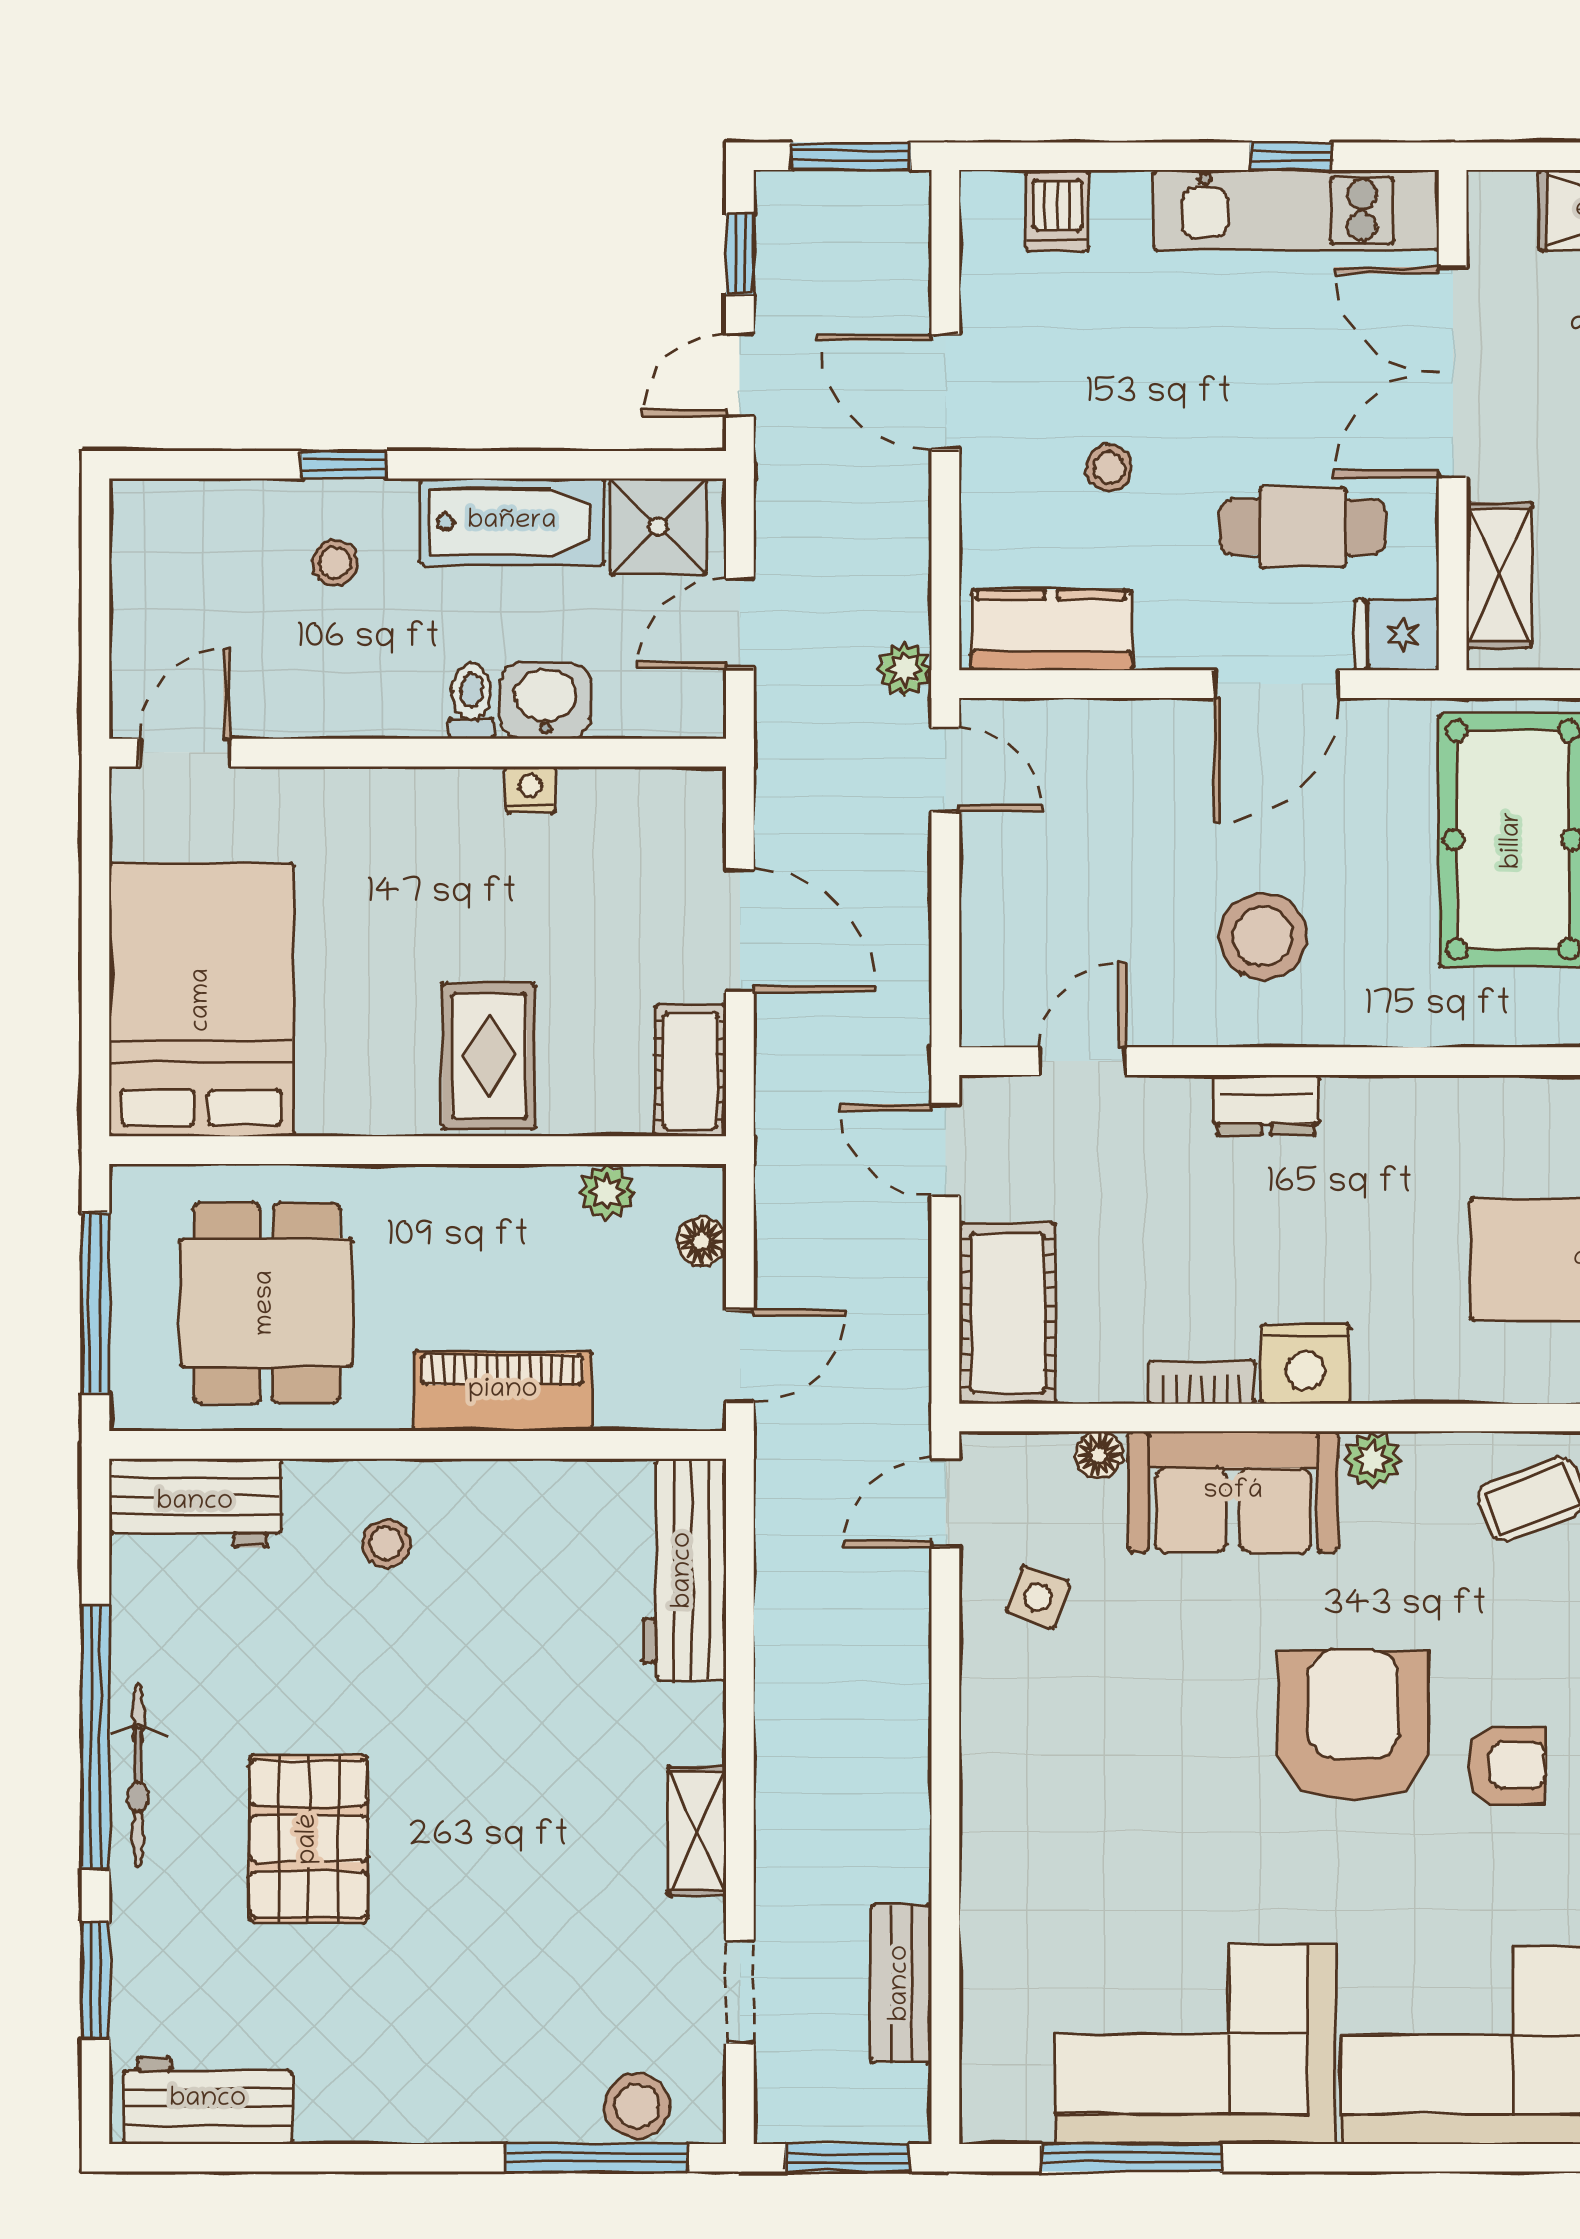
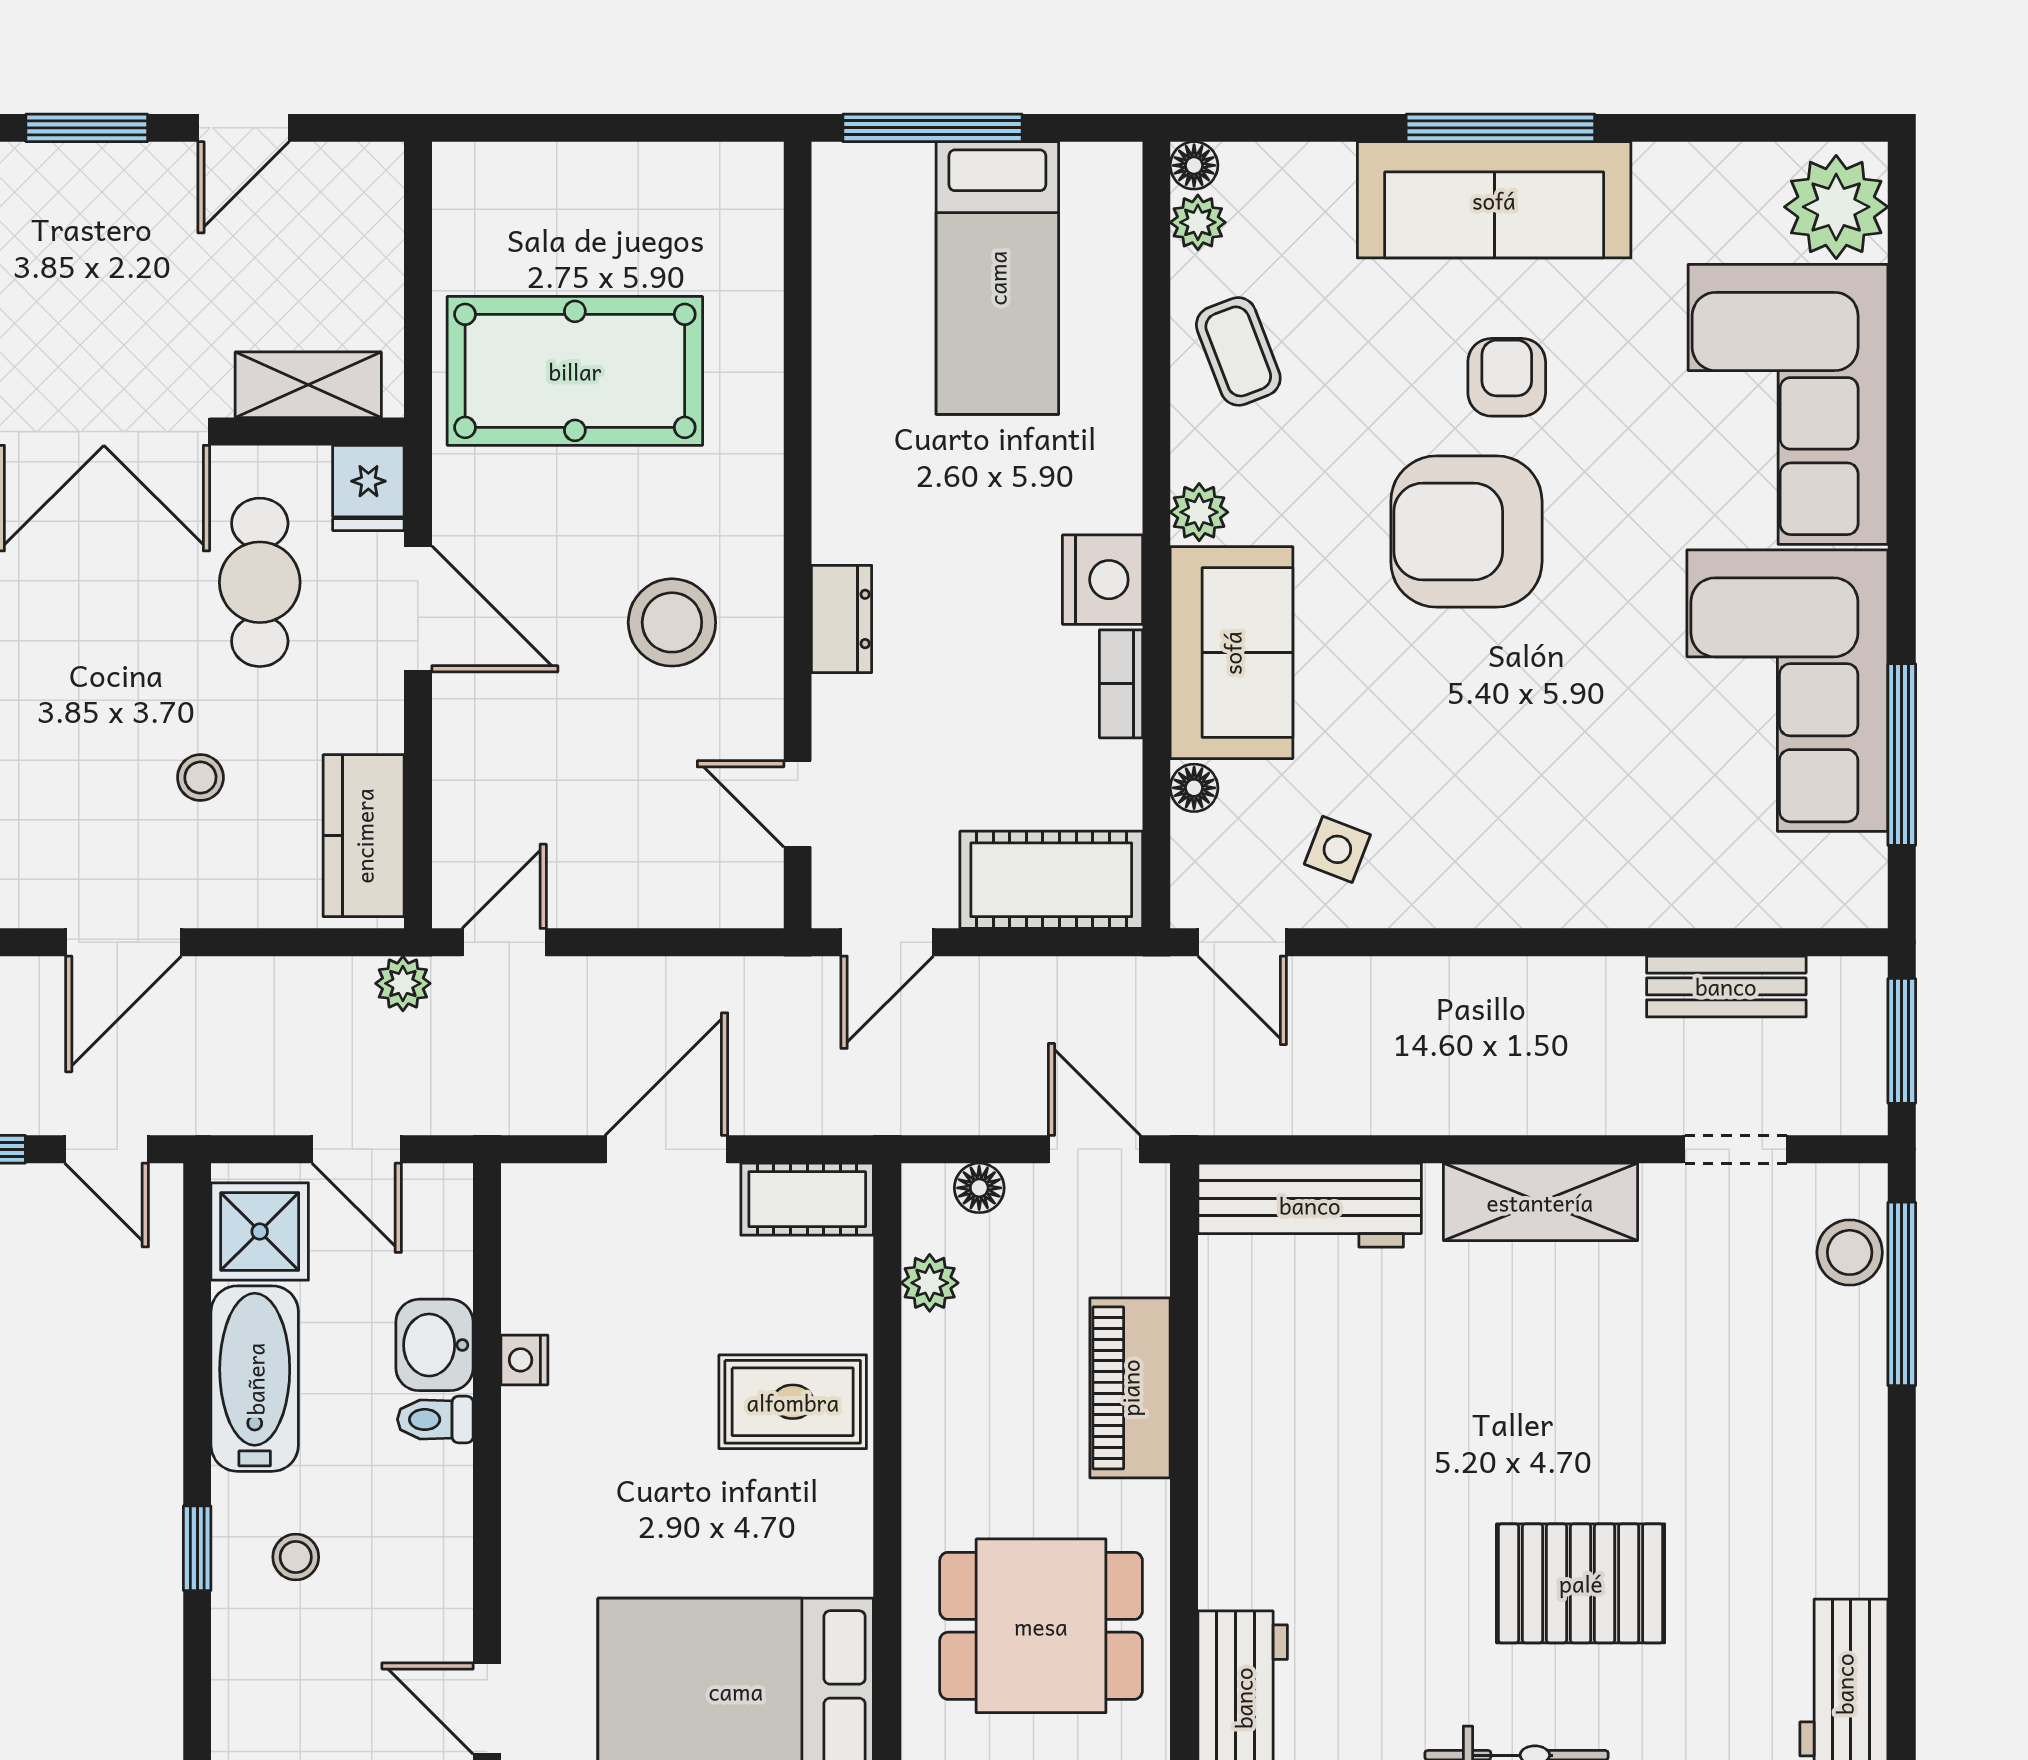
stool: (386, 1543) -> (1283, 1505), removed
shelving: (697, 1831) -> (1540, 1202), width x1.50, depth x1.33

